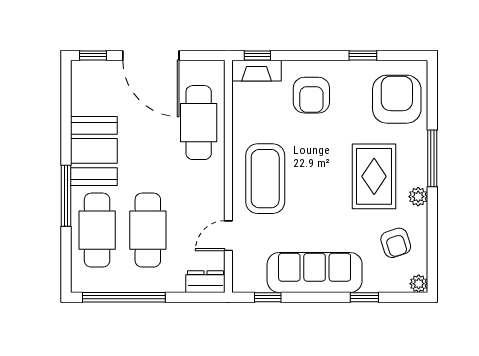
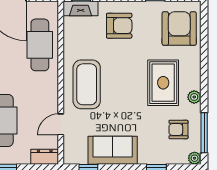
armchair: (311, 95) -> (119, 26), turned -90
window: (432, 158) -> (204, 133), moved
armchair: (396, 243) -> (178, 129), turned 108
sofa: (315, 272) -> (113, 150), width x0.73

